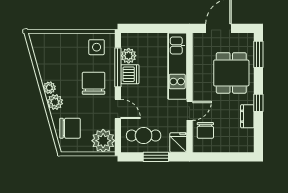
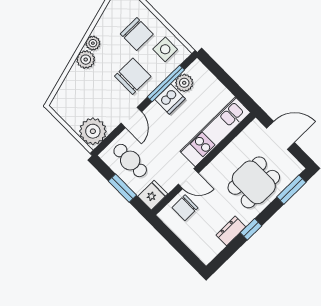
chair: (70, 128) -> (137, 34), moved

